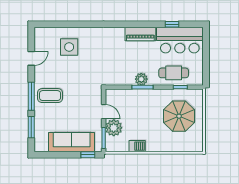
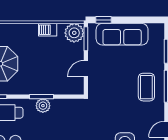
coffee table: (50, 96) -> (146, 87), turned 90
door: (104, 112) -> (86, 69), hinge flipped
plant: (114, 128) -> (74, 33), moved

